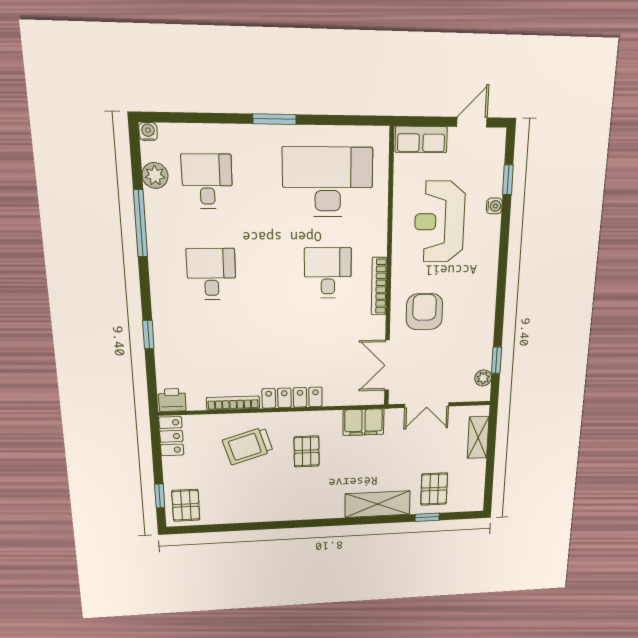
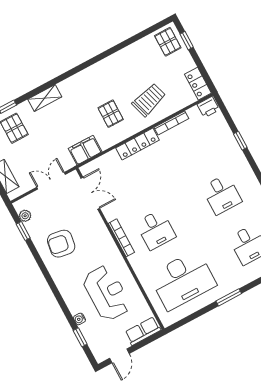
armchair: (424, 312) -> (61, 244), moved, turned 99
shelving: (378, 504) -> (45, 98), width x0.67, depth x0.75

